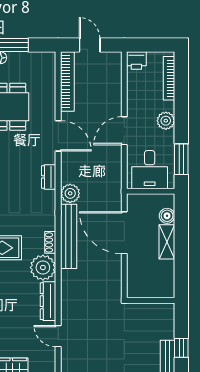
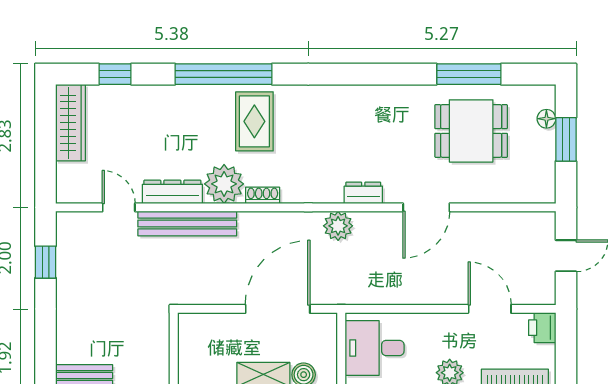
bookcase: (67, 81) -> (510, 222), removed
door: (124, 131) -> (490, 309), moved
bench: (69, 236) -> (187, 223), moved
door: (58, 336) -> (119, 207), hinge flipped

